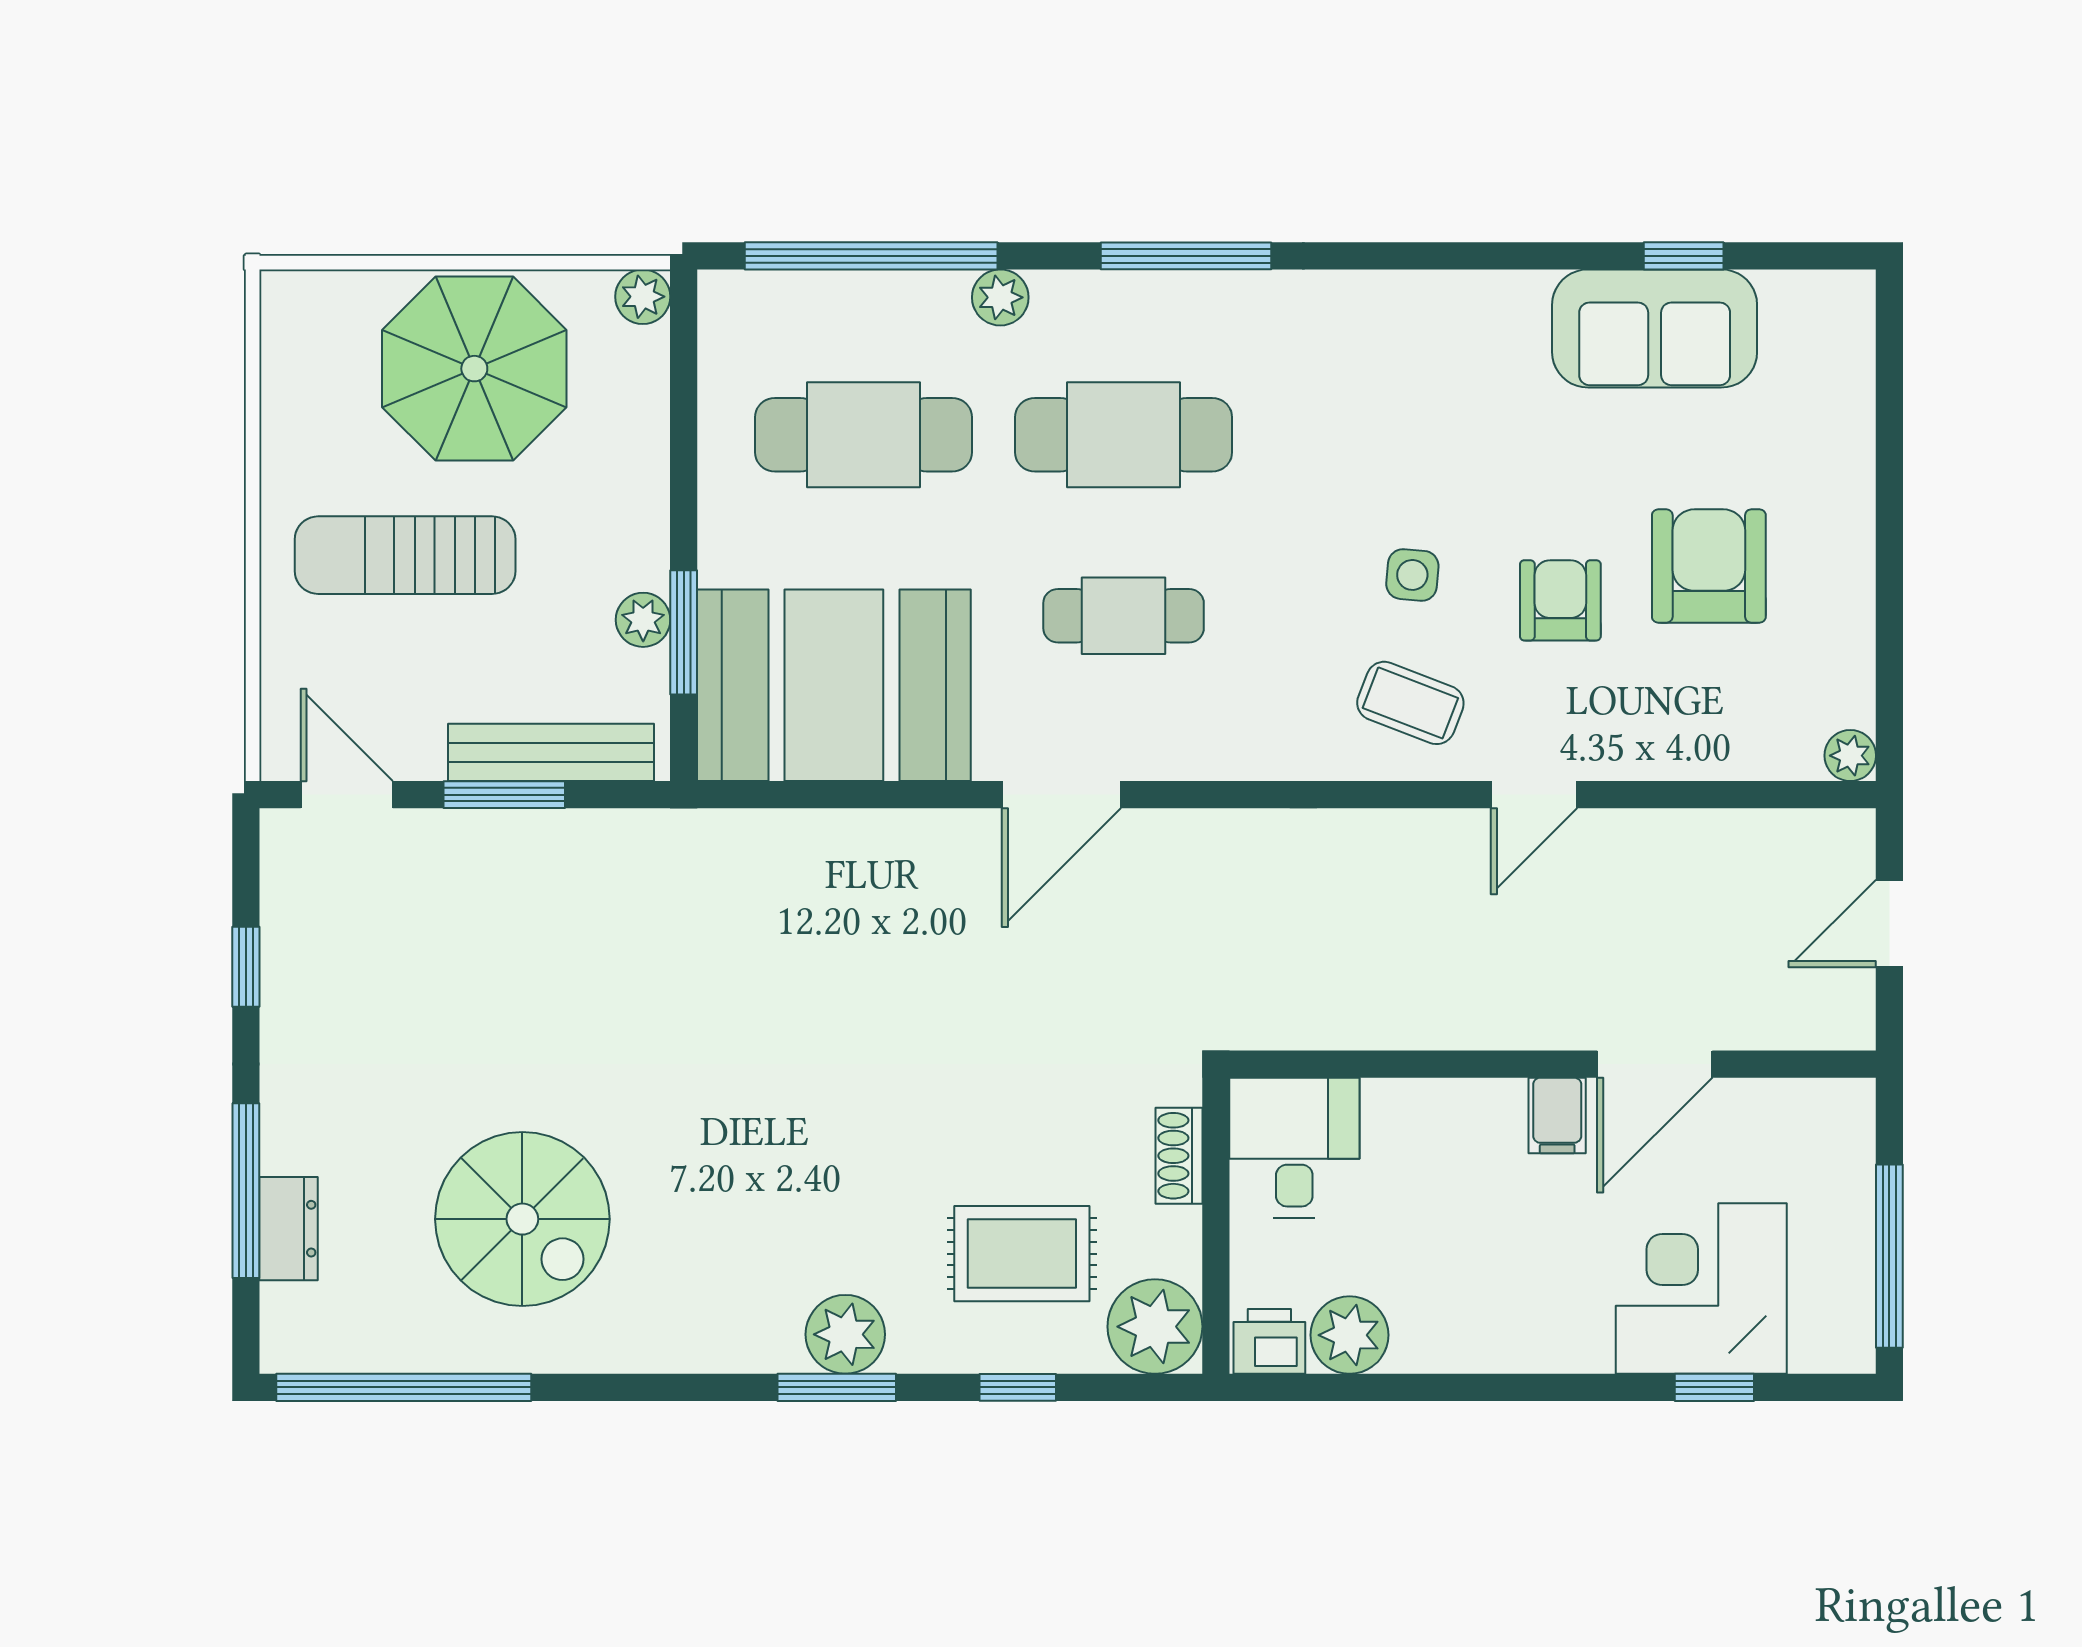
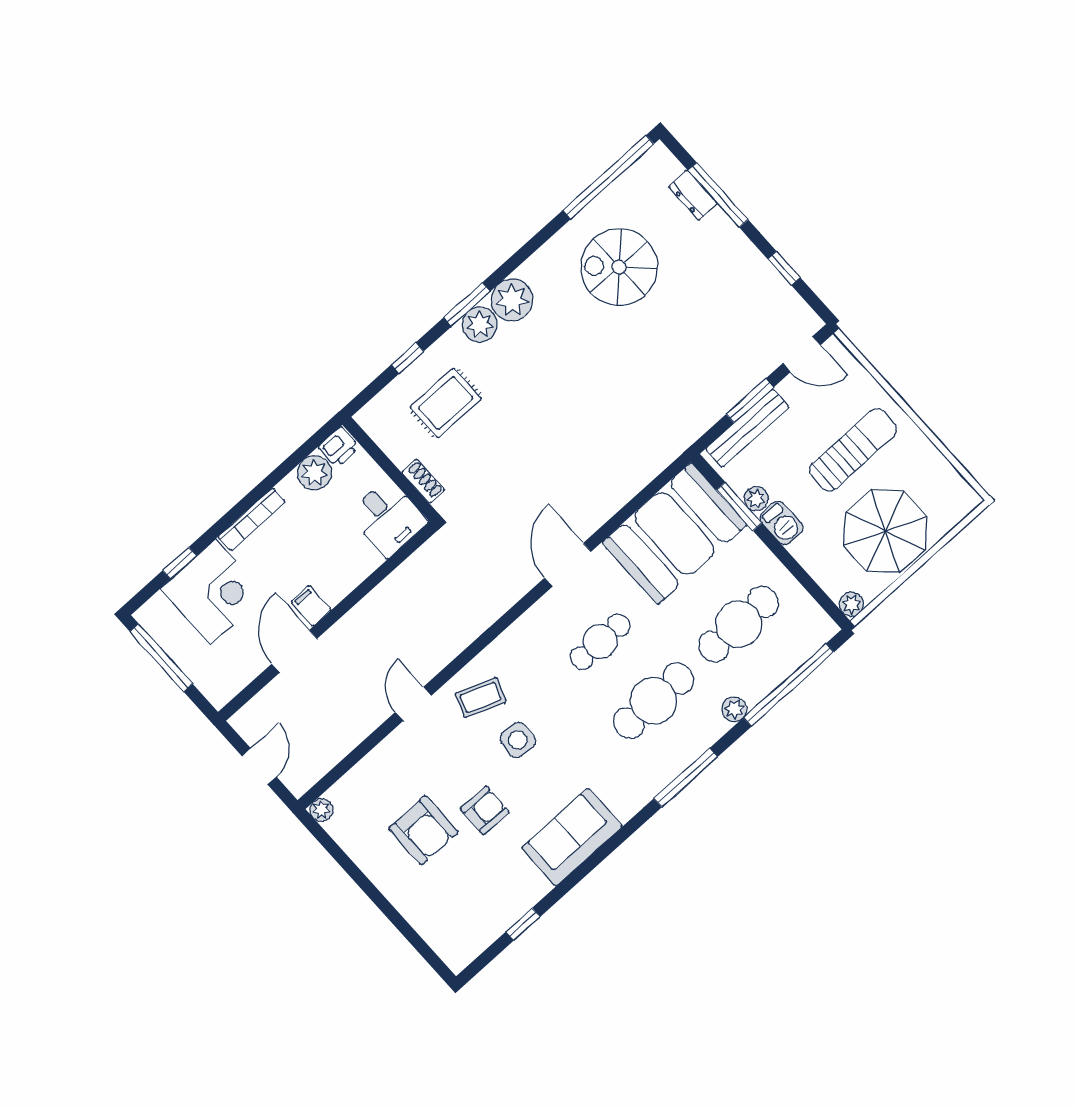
sofa: (1655, 328) -> (572, 837), moved
barbecue: (637, 540) -> (782, 523), added
side table: (1412, 575) -> (518, 740), width x1.37, depth x1.37
armchair: (1560, 600) -> (485, 810), moved, turned -90
plant: (1155, 1327) -> (512, 300), moved
bookcase: (1526, 1352) -> (252, 519), added

